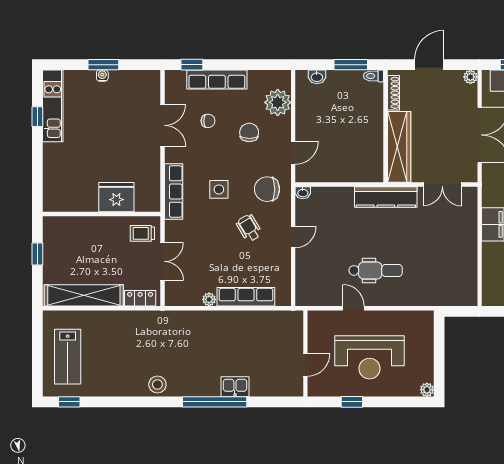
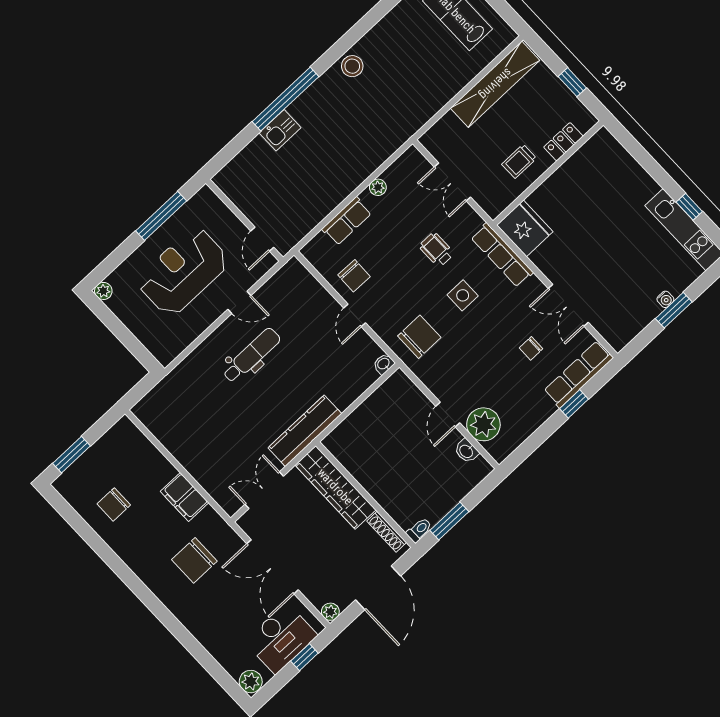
window: (192, 65) -> (574, 404), moved
door: (429, 65) -> (378, 588), width x1.36
washbasin: (317, 77) -> (466, 451), moved, turned -90
row of seats: (217, 79) -> (578, 374), moved
chair: (249, 132) -> (354, 276), moved
door: (293, 153) -> (448, 414), moved
fridge: (116, 197) -> (525, 228), moved, turned -90
wheelchair: (249, 228) -> (437, 250), moved, turned -149
trolley: (142, 233) -> (519, 161), moved, turned 180
dental chair: (376, 270) -> (251, 355), turned 180
row of seats: (246, 297) -> (347, 221), width x0.68
locker: (140, 298) -> (563, 142), moved, turned 180
door: (305, 365) -> (262, 239), moved
window: (352, 402) -> (161, 216), width x2.17

